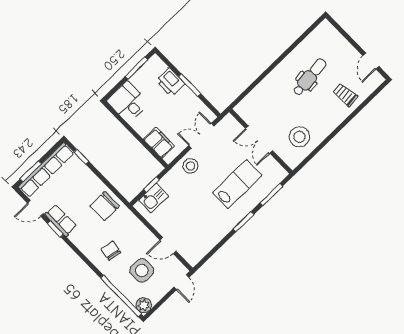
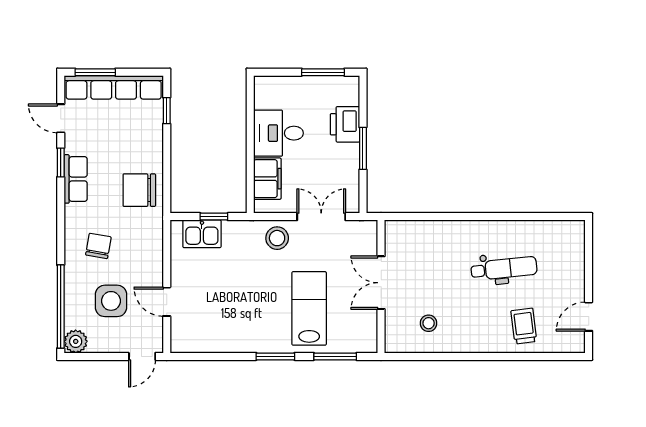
desk: (128, 102) -> (278, 133), moved, turned -90
stool: (300, 137) -> (429, 323), width x0.53, depth x0.53
lab bench: (237, 184) -> (309, 308), turned -90
row of seats: (61, 220) -> (76, 179), moved

